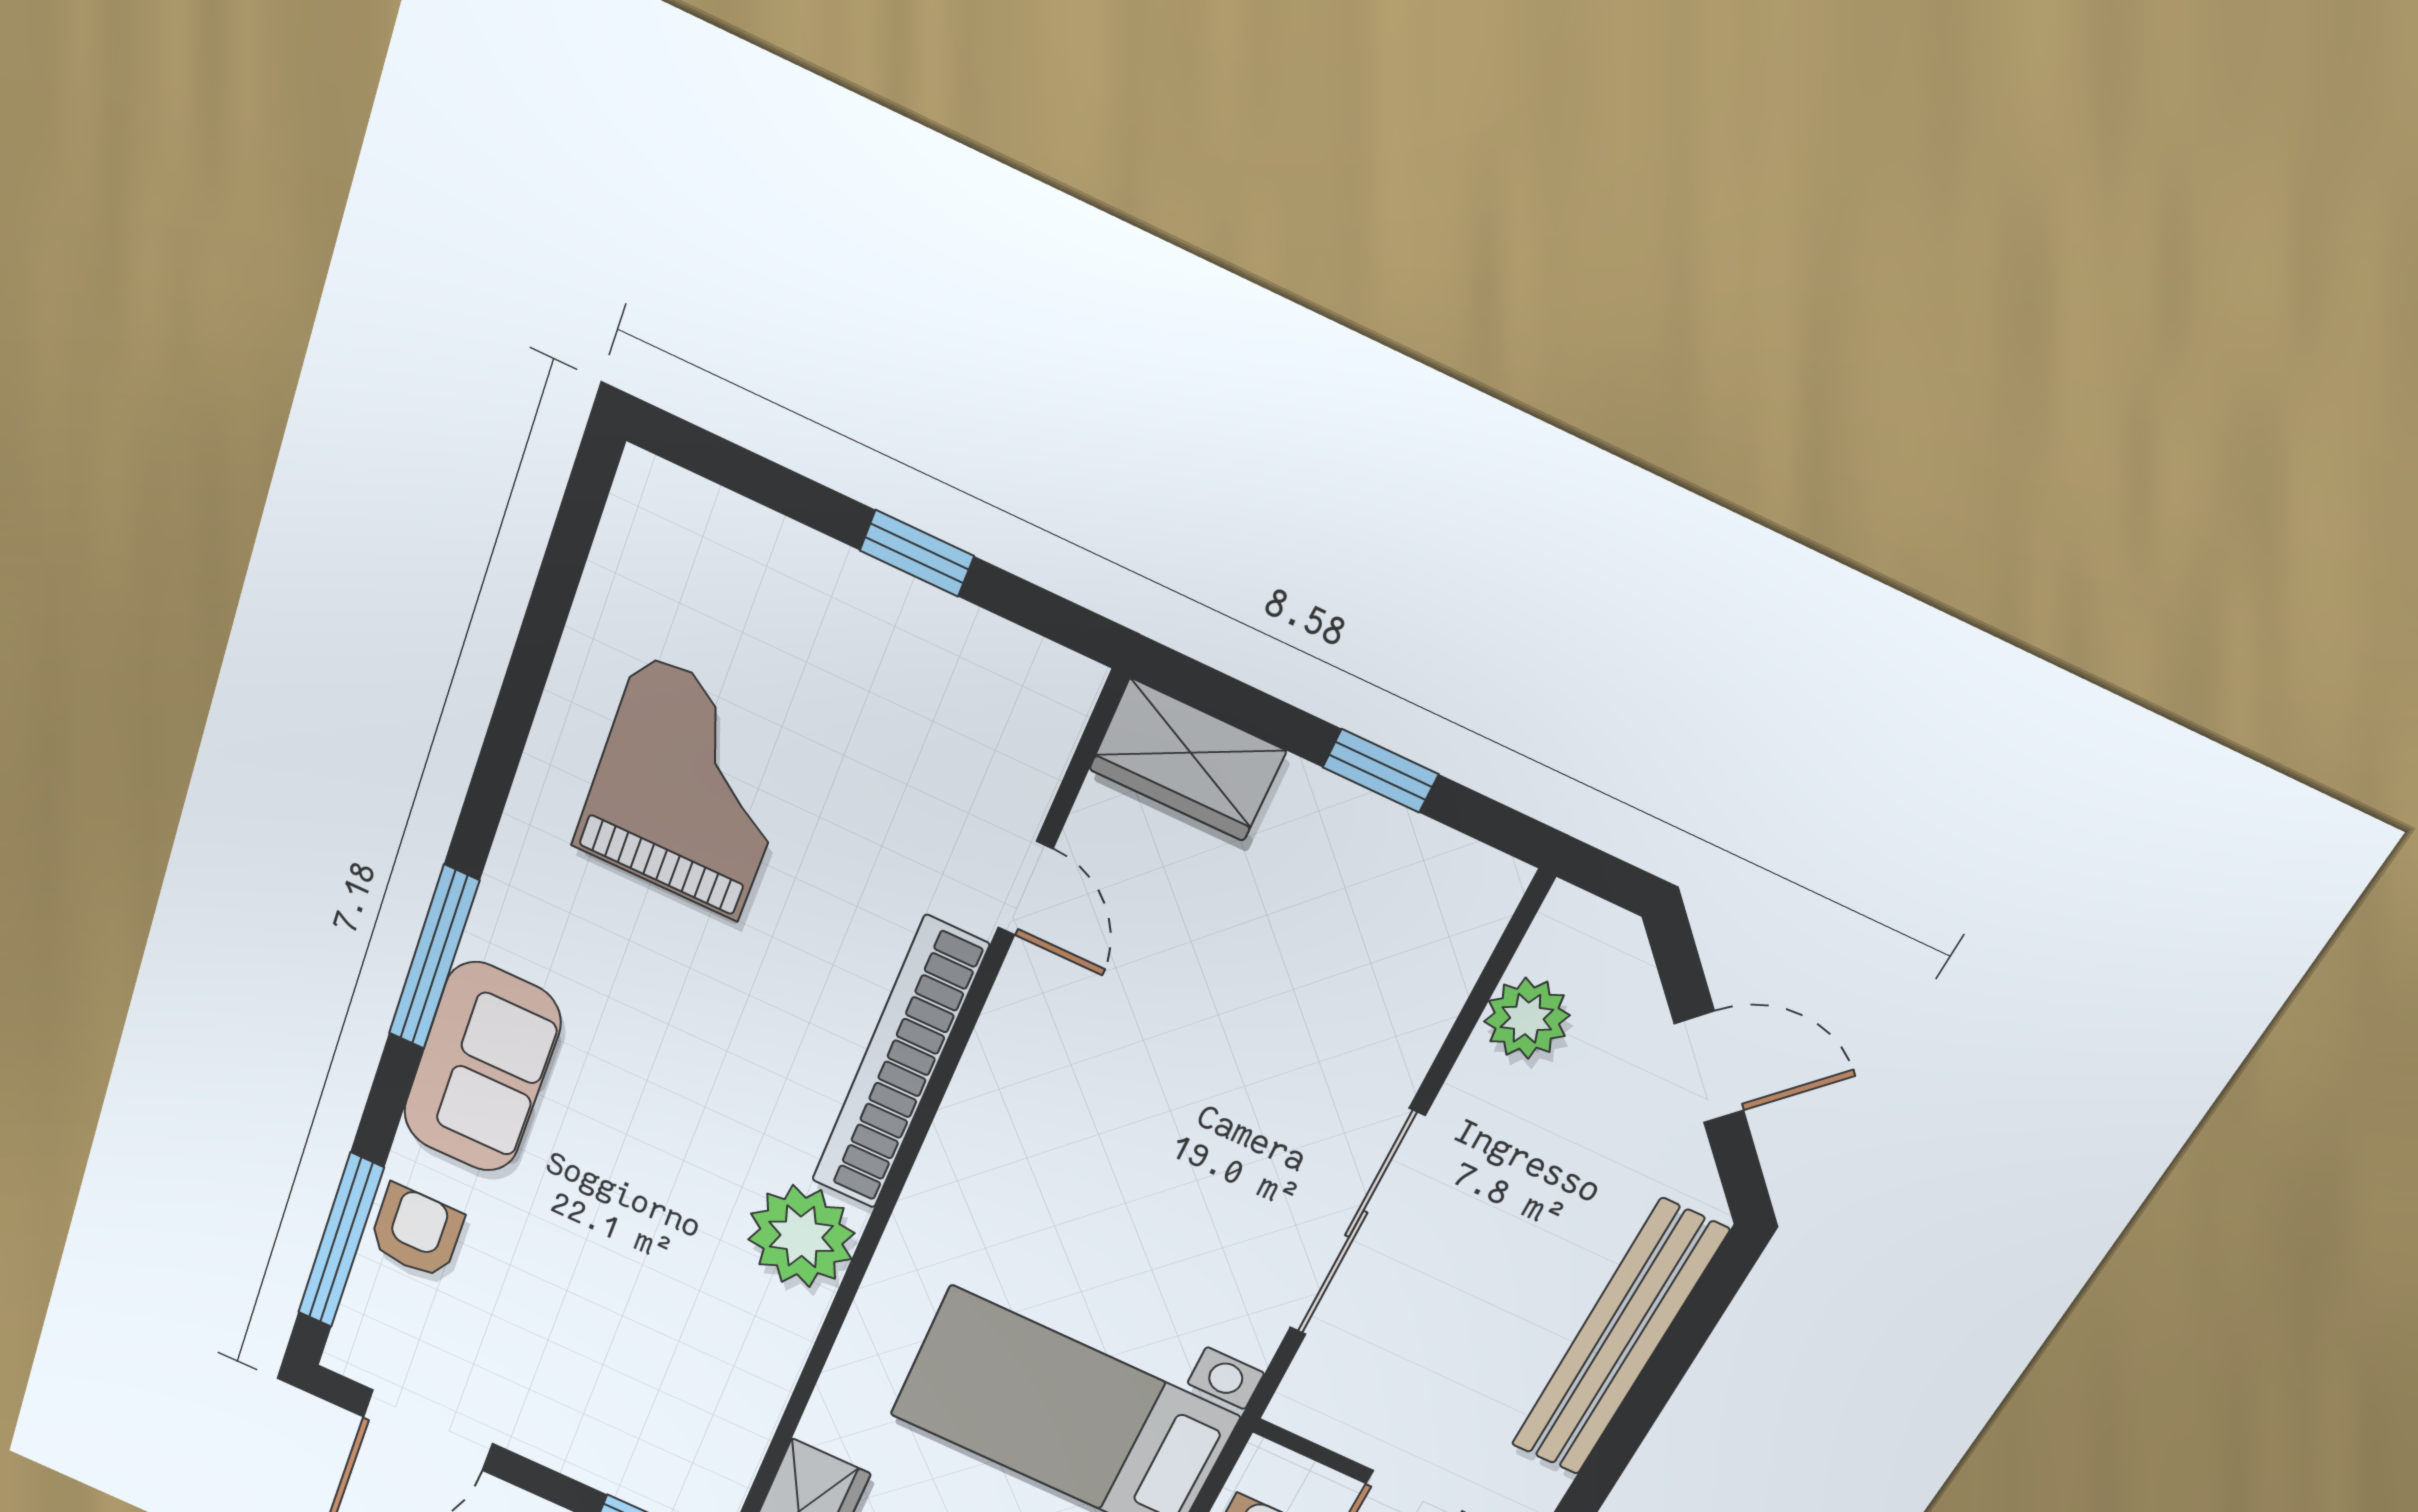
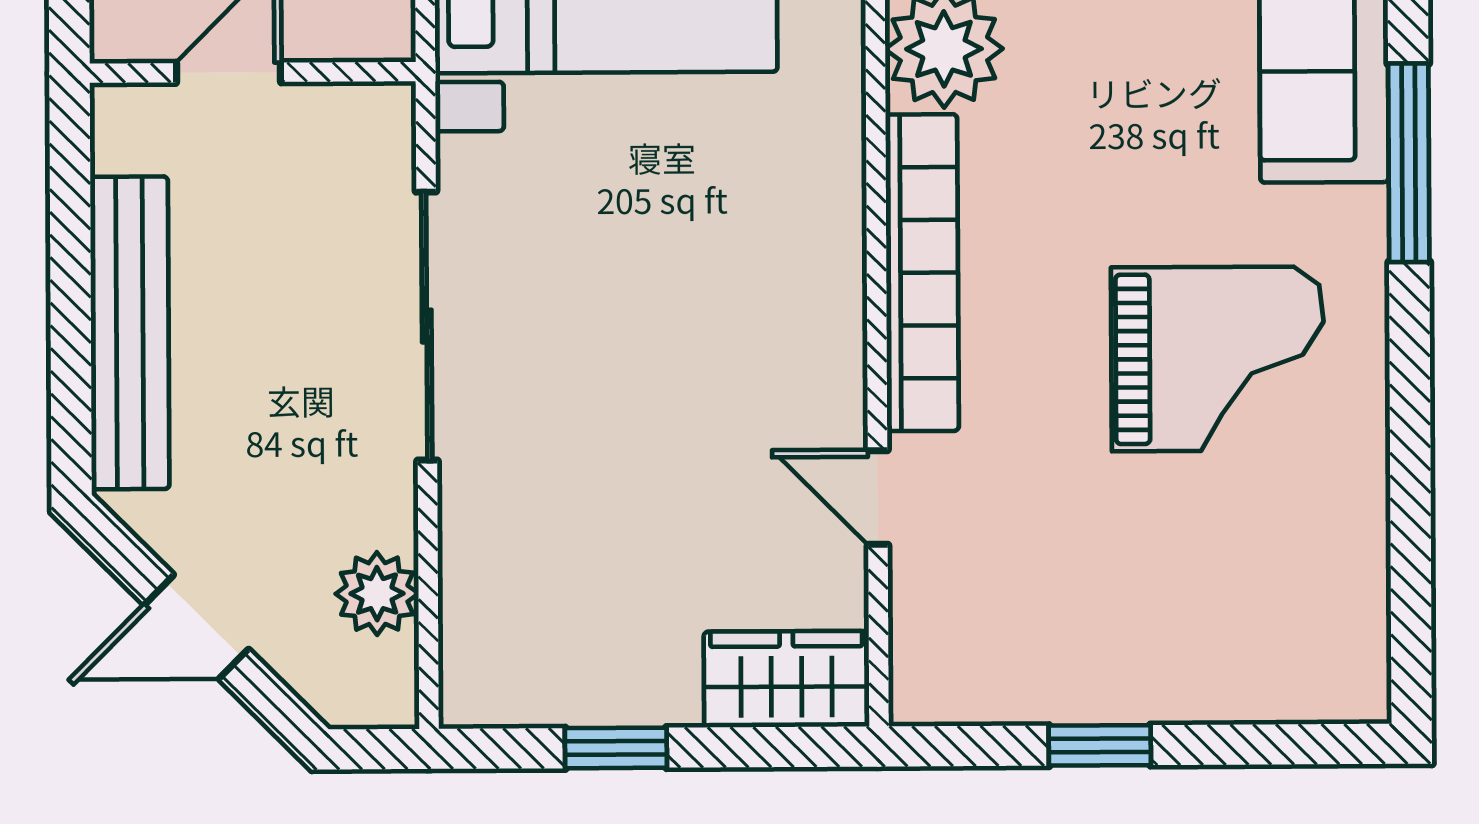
grand piano: (690, 788) -> (1218, 359), moved, turned -90

